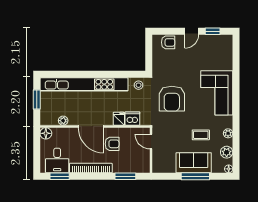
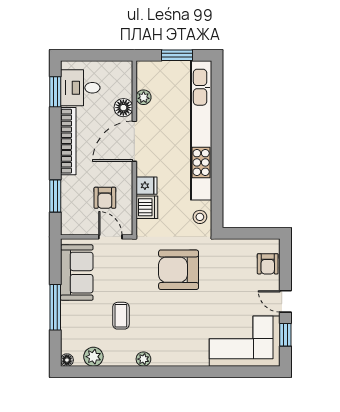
corner sofa: (217, 93) -> (245, 341), moved
floor lamp: (46, 133) -> (123, 108), moved
plant: (228, 133) -> (143, 359), moved
door: (151, 142) -> (110, 237), hinge flipped
armchair: (112, 144) -> (105, 198), moved
sofa: (194, 163) -> (77, 273), moved

